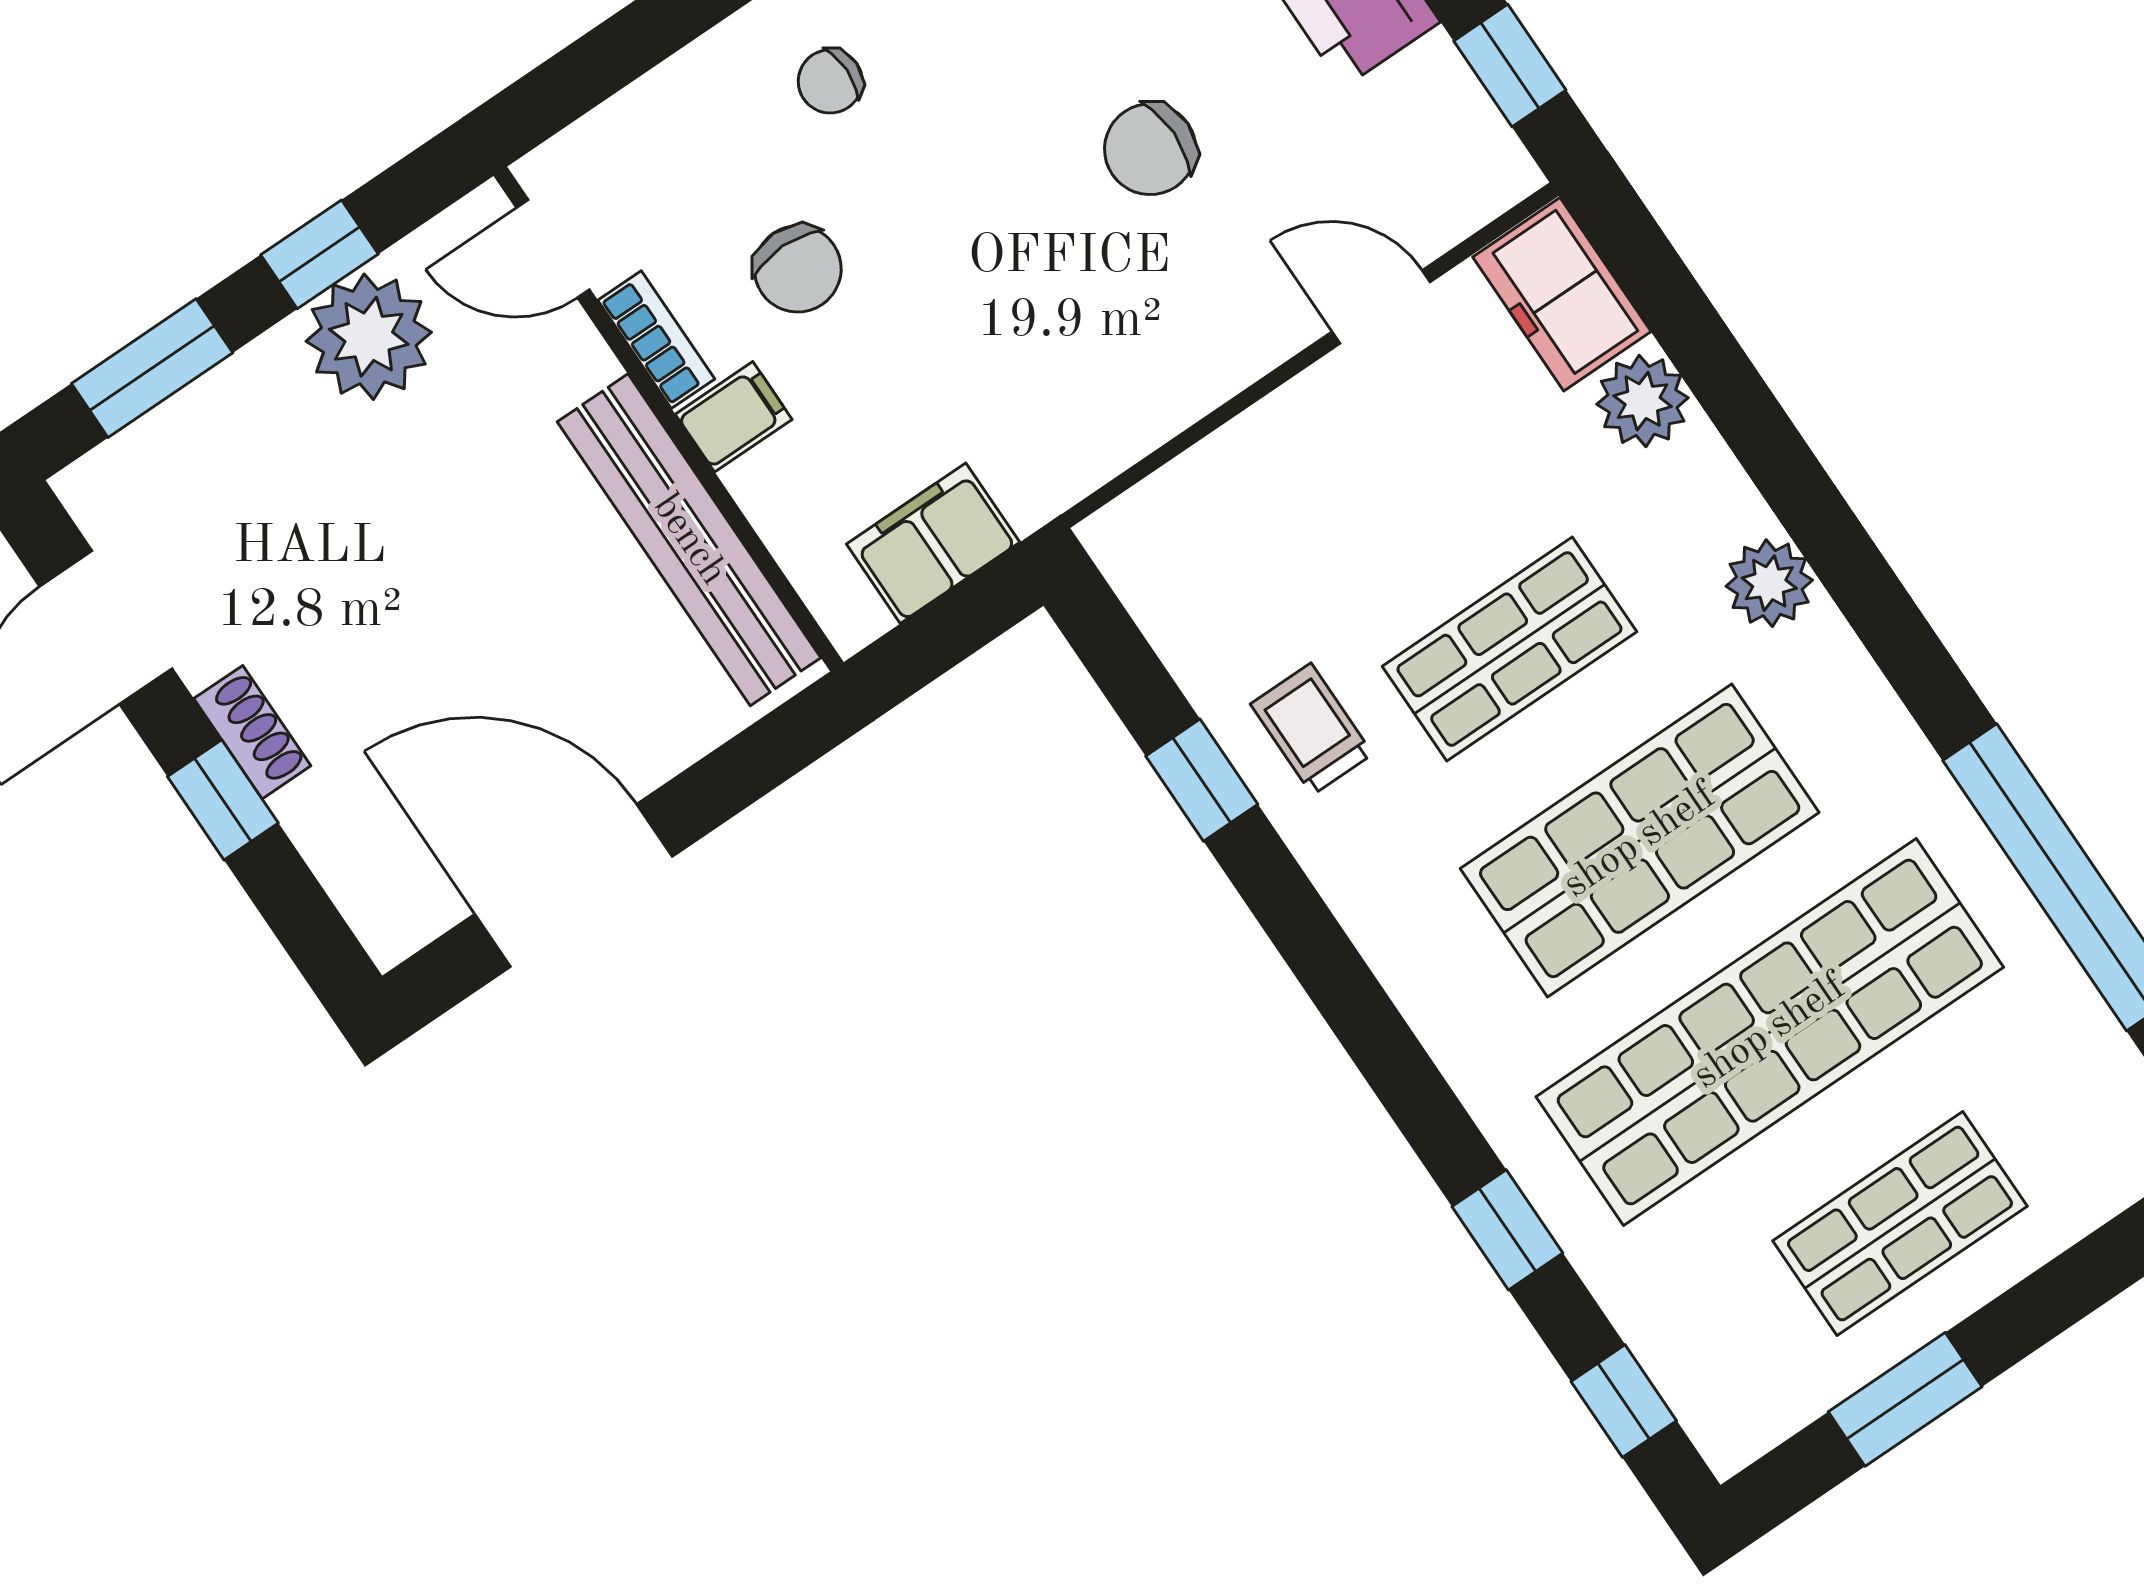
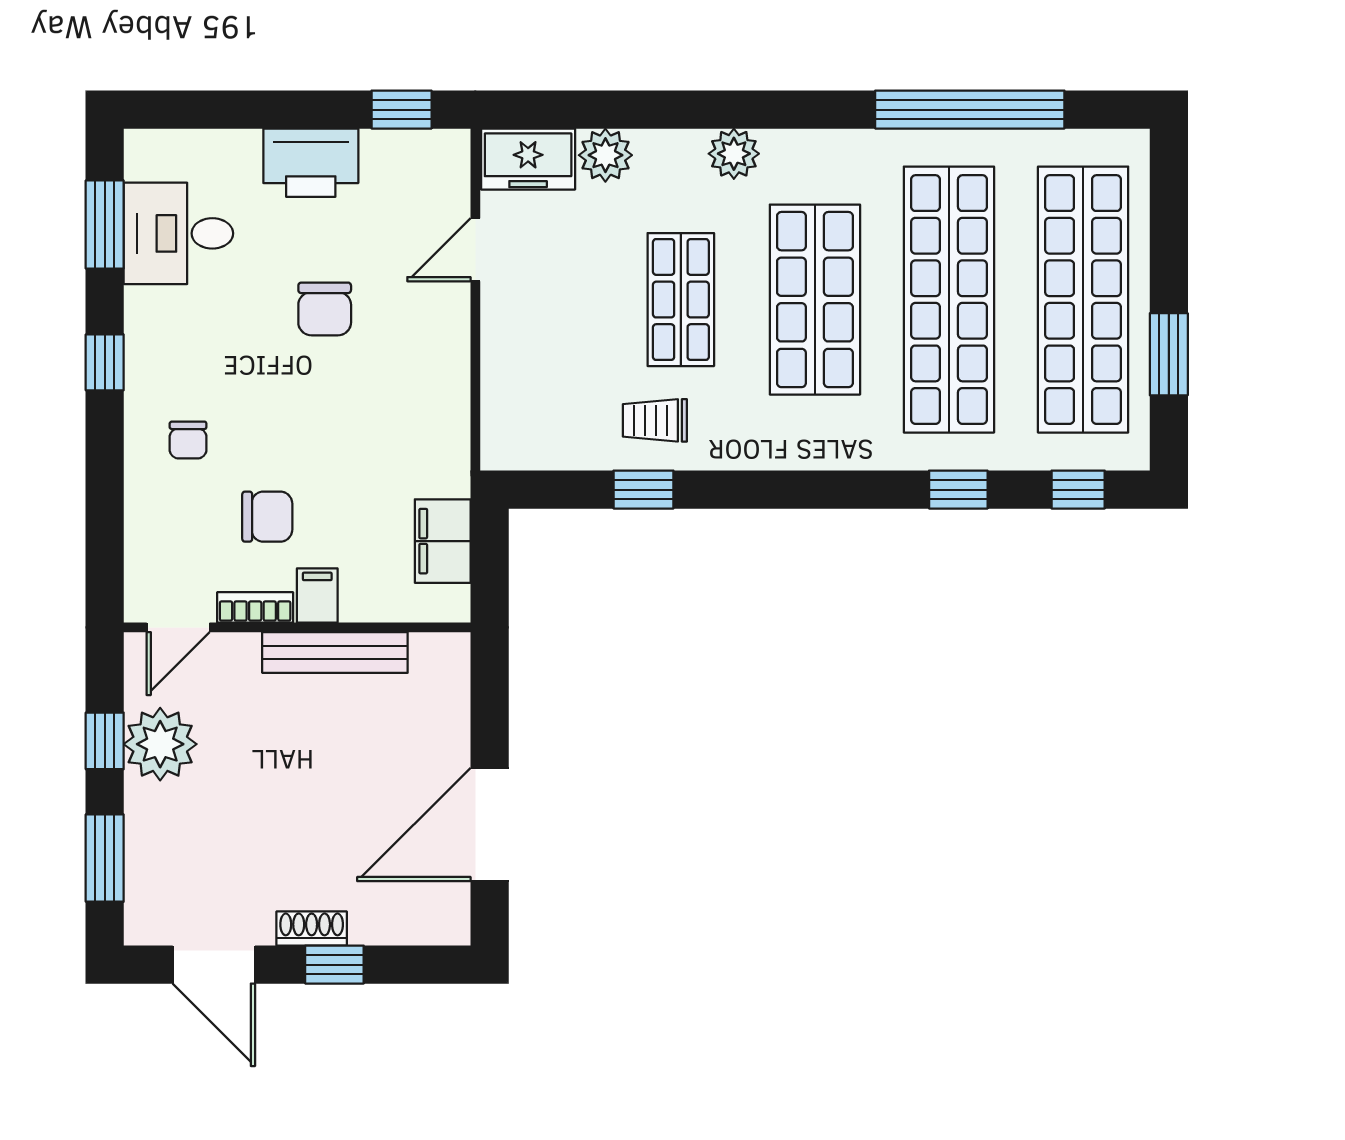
bench: (689, 540) -> (335, 652), width x0.73, depth x0.82
shop shelf: (1900, 1224) -> (1083, 300), width x2.00, depth x1.36

